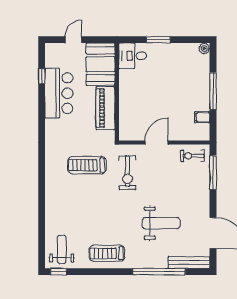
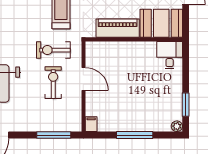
window: (158, 40) -> (186, 105), moved
filing cabinet: (202, 117) -> (91, 124), moved
exercise bike: (192, 156) -> (53, 83), moved, width x1.38, depth x1.39

